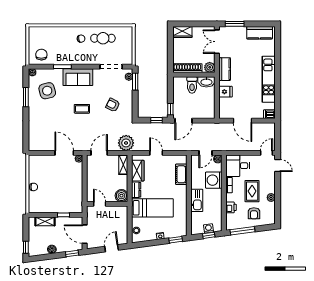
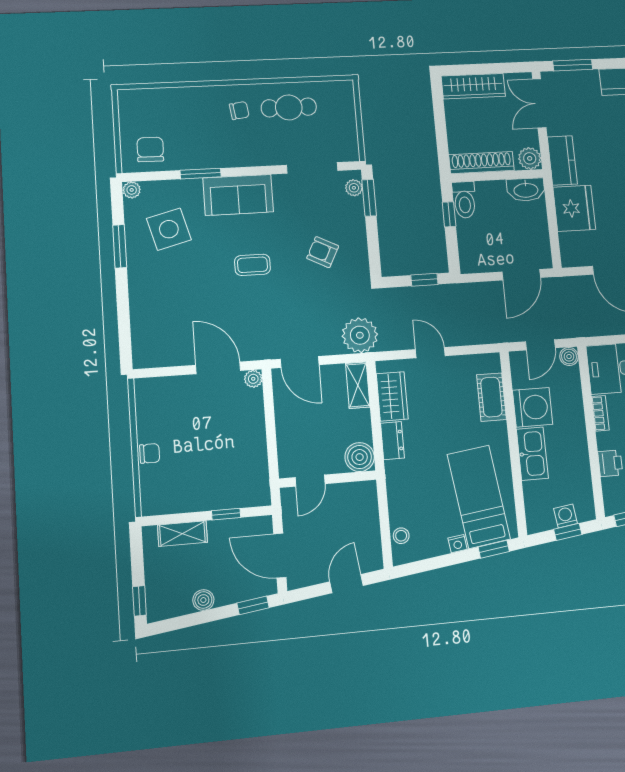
wardrobe: (182, 32) -> (473, 86), width x1.50
toilet: (192, 85) -> (464, 200), moved
fridge: (226, 92) -> (574, 208), width x1.88, depth x1.34
window: (170, 109) -> (449, 214), moved
door: (184, 121) -> (521, 275), moved
door: (99, 153) -> (300, 362), swing flipped
washing machine: (214, 180) -> (533, 407), moved, turned 180
door: (100, 204) -> (310, 481), swing flipped
bed: (152, 208) -> (479, 497), moved, turned -98

